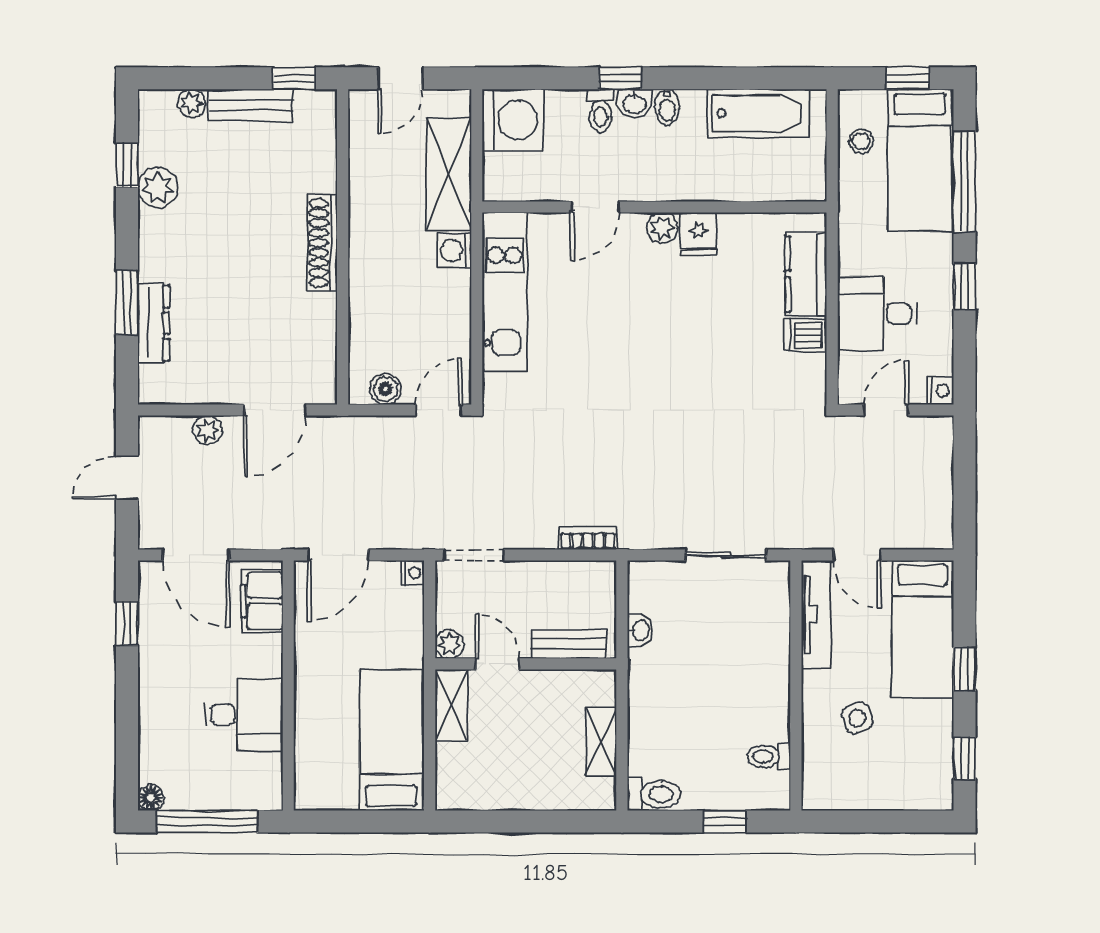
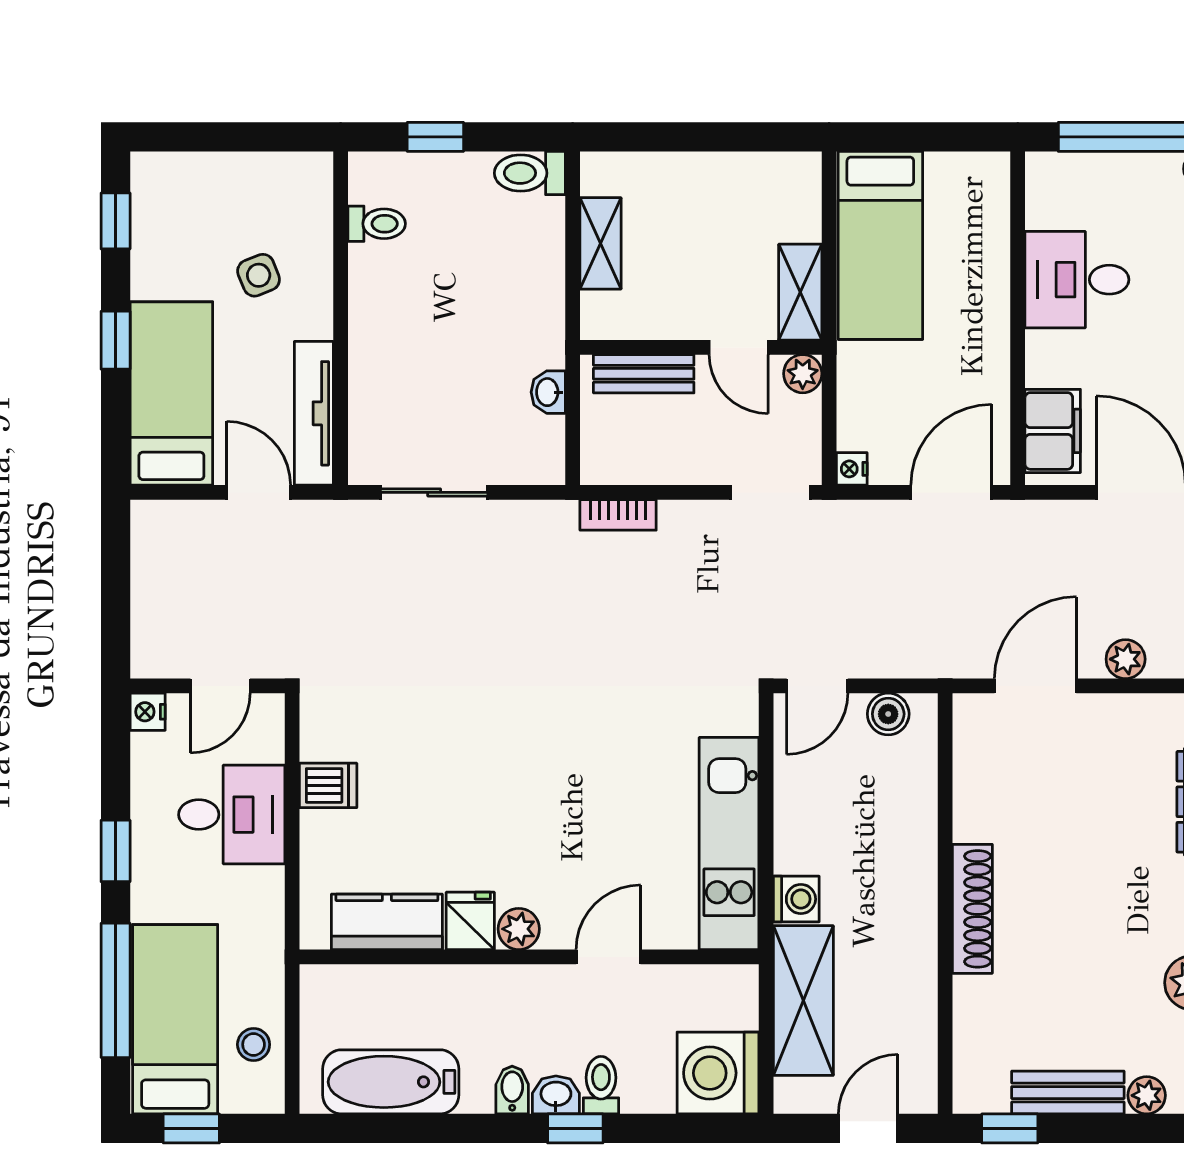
kitchen counter: (806, 274) -> (387, 922), moved, turned -90

